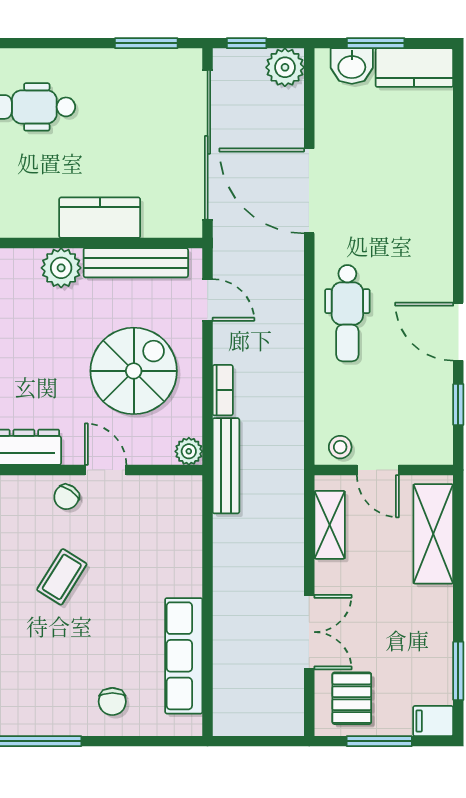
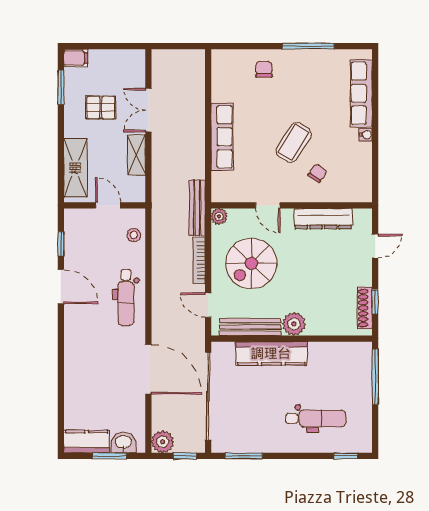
kitchen counter: (100, 218) -> (271, 353), width x1.50
dental chair: (347, 313) -> (126, 297), turned 180
bookcase: (223, 390) -> (199, 260), width x1.56
stool: (340, 447) -> (134, 235), moved
chair: (66, 497) -> (318, 173), moved
shelving: (330, 525) -> (136, 155), moved
coffee table: (62, 577) -> (294, 143), width x1.36, depth x1.30
row of seats: (184, 656) -> (222, 137), moved
pallet: (352, 698) -> (101, 107), moved, turned 90
window: (379, 741) -> (107, 46), removed

